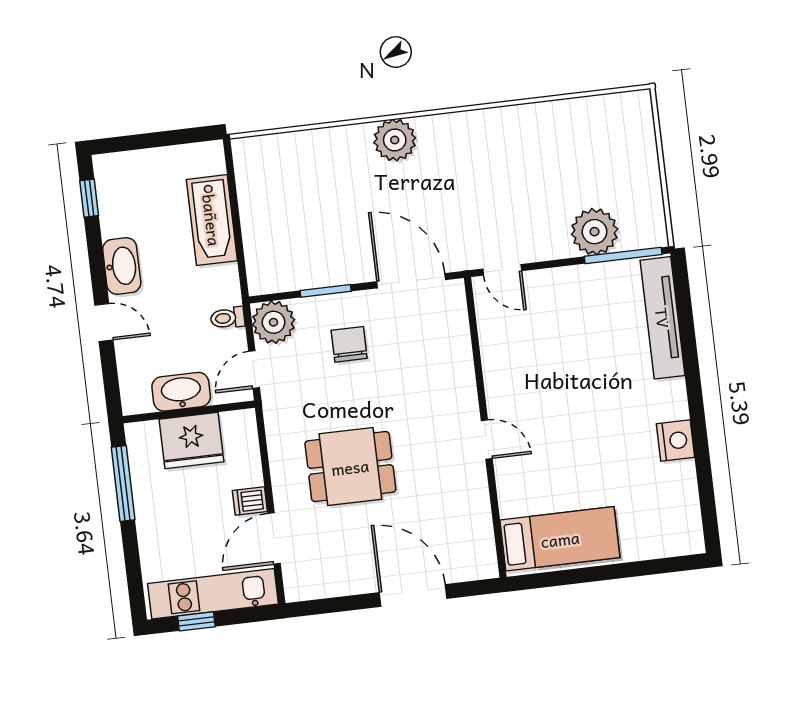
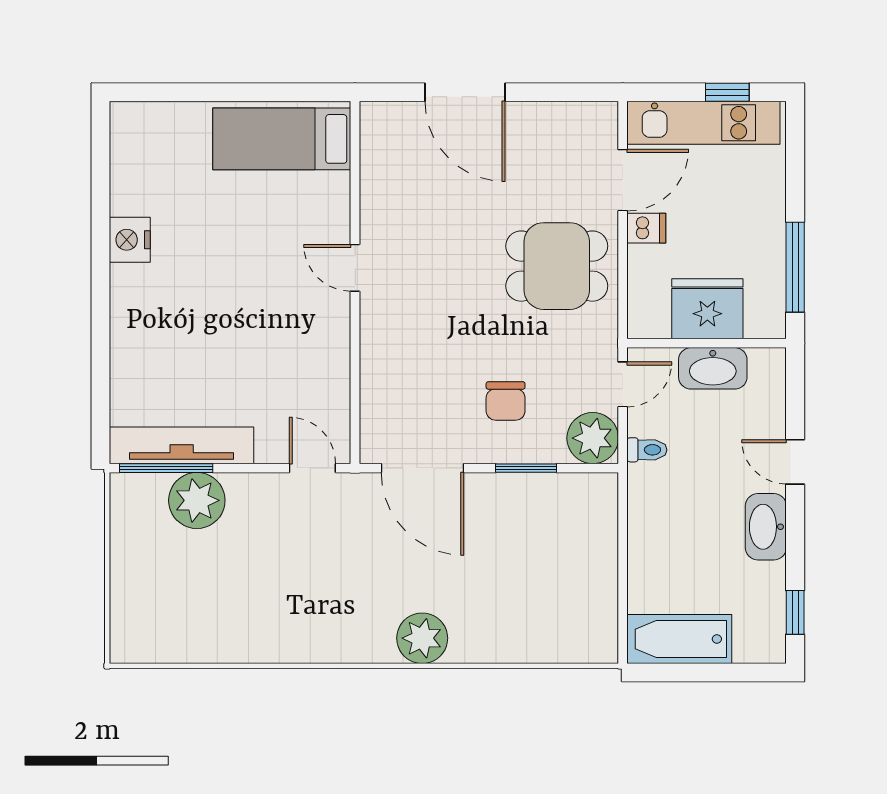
bathtub: (212, 220) -> (679, 639), moved, turned -90
tv unit: (663, 318) -> (182, 445), moved, turned -90
dining table: (350, 467) -> (557, 266), moved

